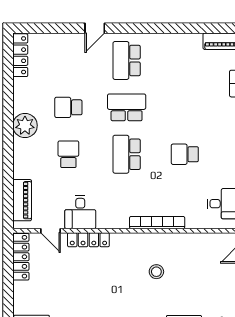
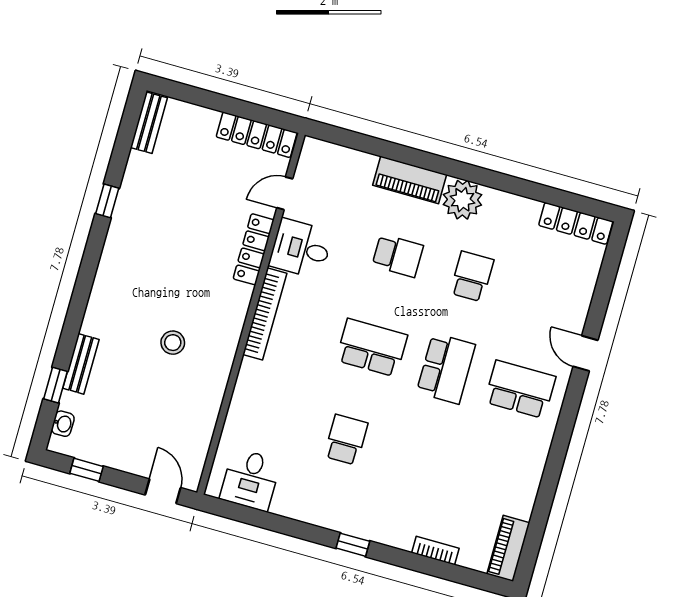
piano: (22, 200) -> (410, 180), moved
bookcase: (157, 223) -> (265, 314), moved

